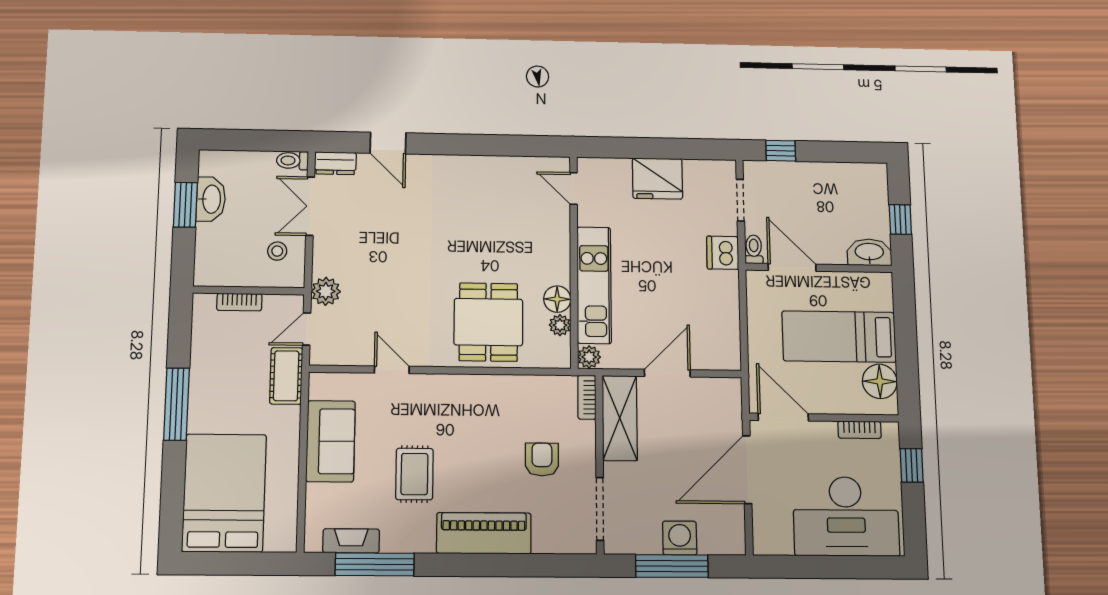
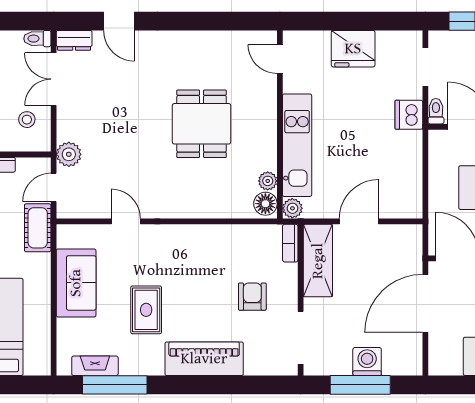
floor lamp: (557, 299) -> (265, 204), moved
dining table: (488, 322) -> (202, 124), moved

